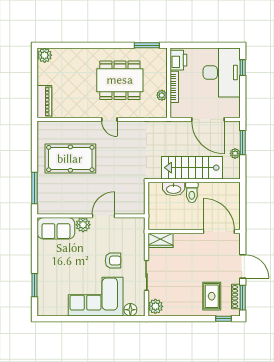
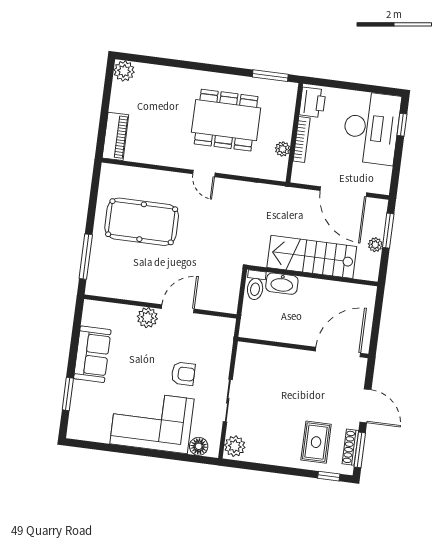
toilet: (192, 192) -> (256, 285), moved
sofa: (56, 228) -> (92, 354), moved, turned -90
door: (219, 232) -> (338, 352), hinge flipped
wardrobe: (160, 240) -> (254, 354), removed

